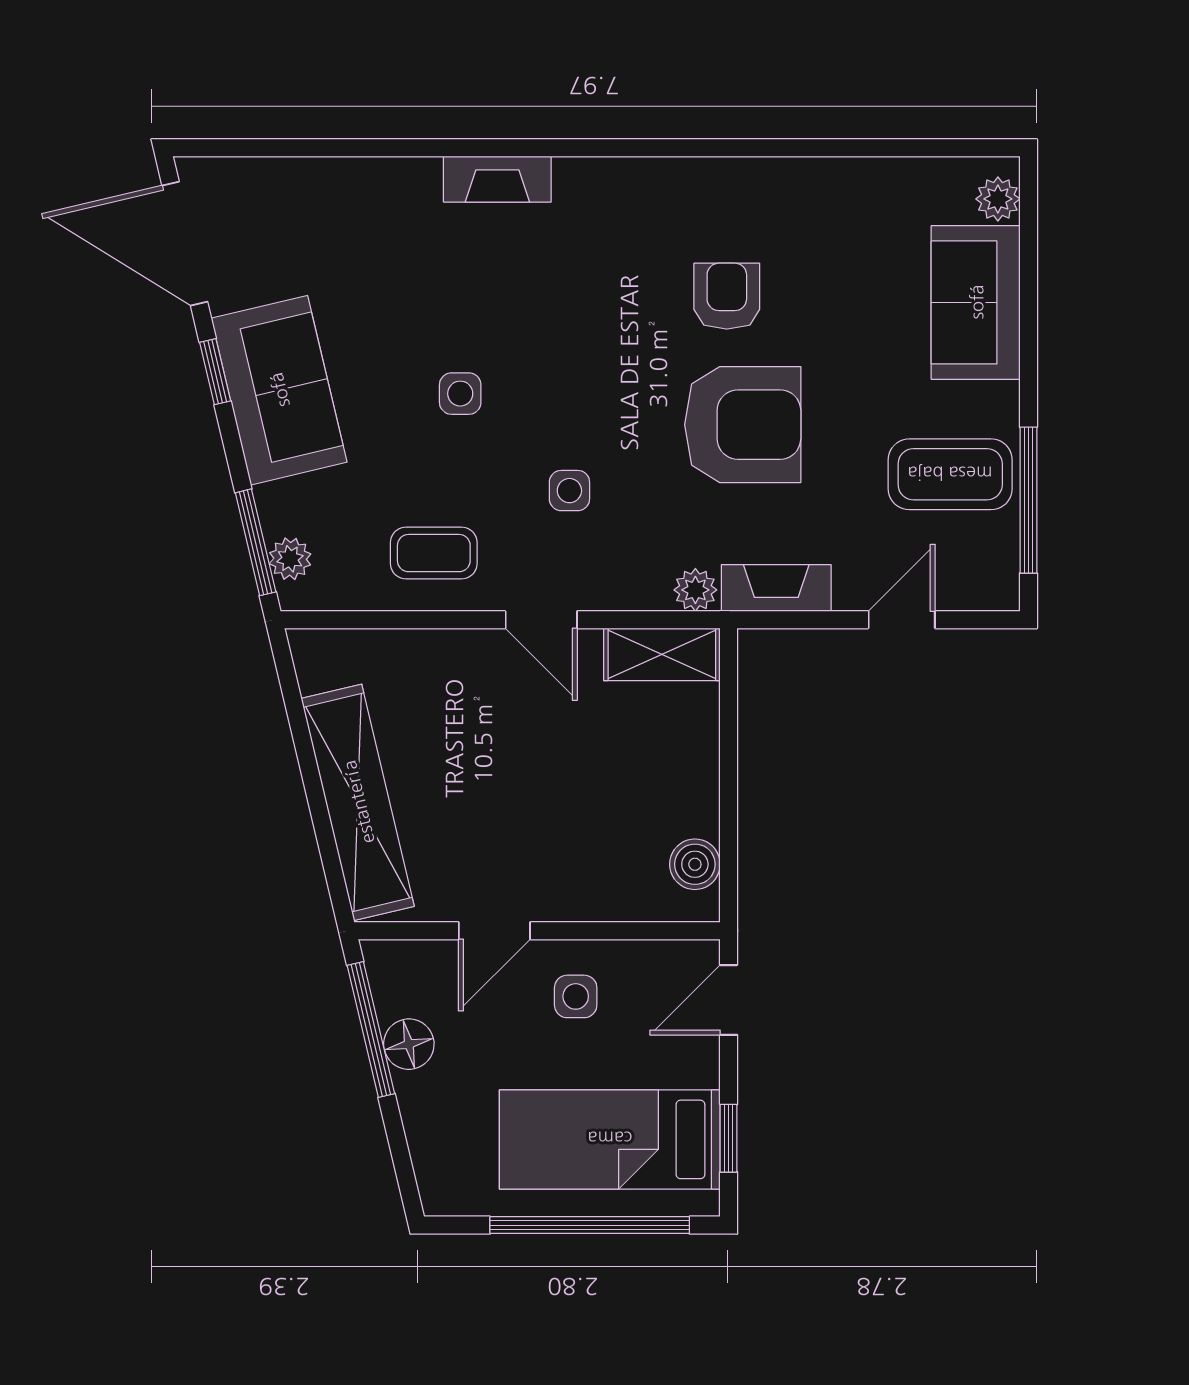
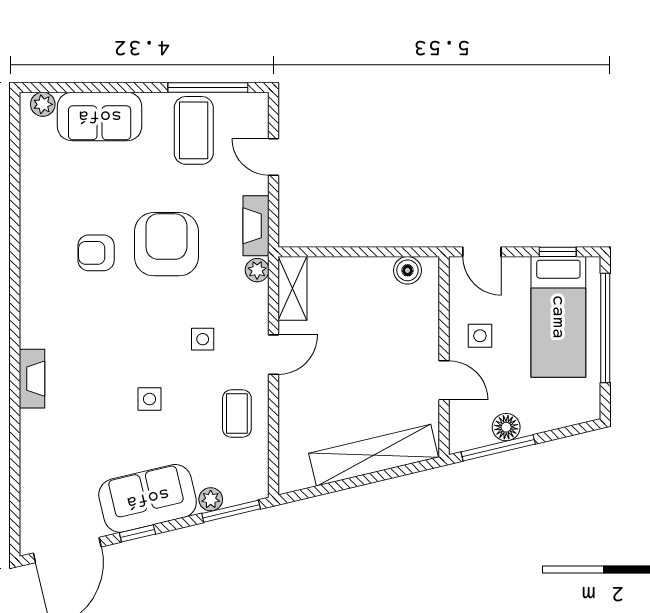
plant: (290, 559) -> (211, 499), moved

